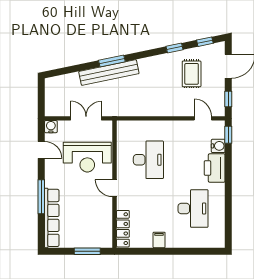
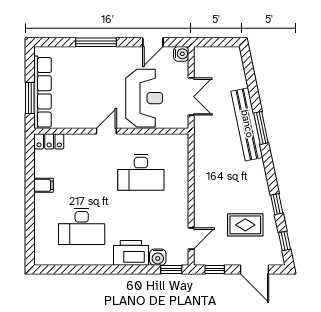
reception desk: (87, 157) -> (144, 98), turned 180
row of seats: (52, 218) -> (43, 92), moved, turned -90
locker: (123, 229) -> (49, 141), width x0.66

